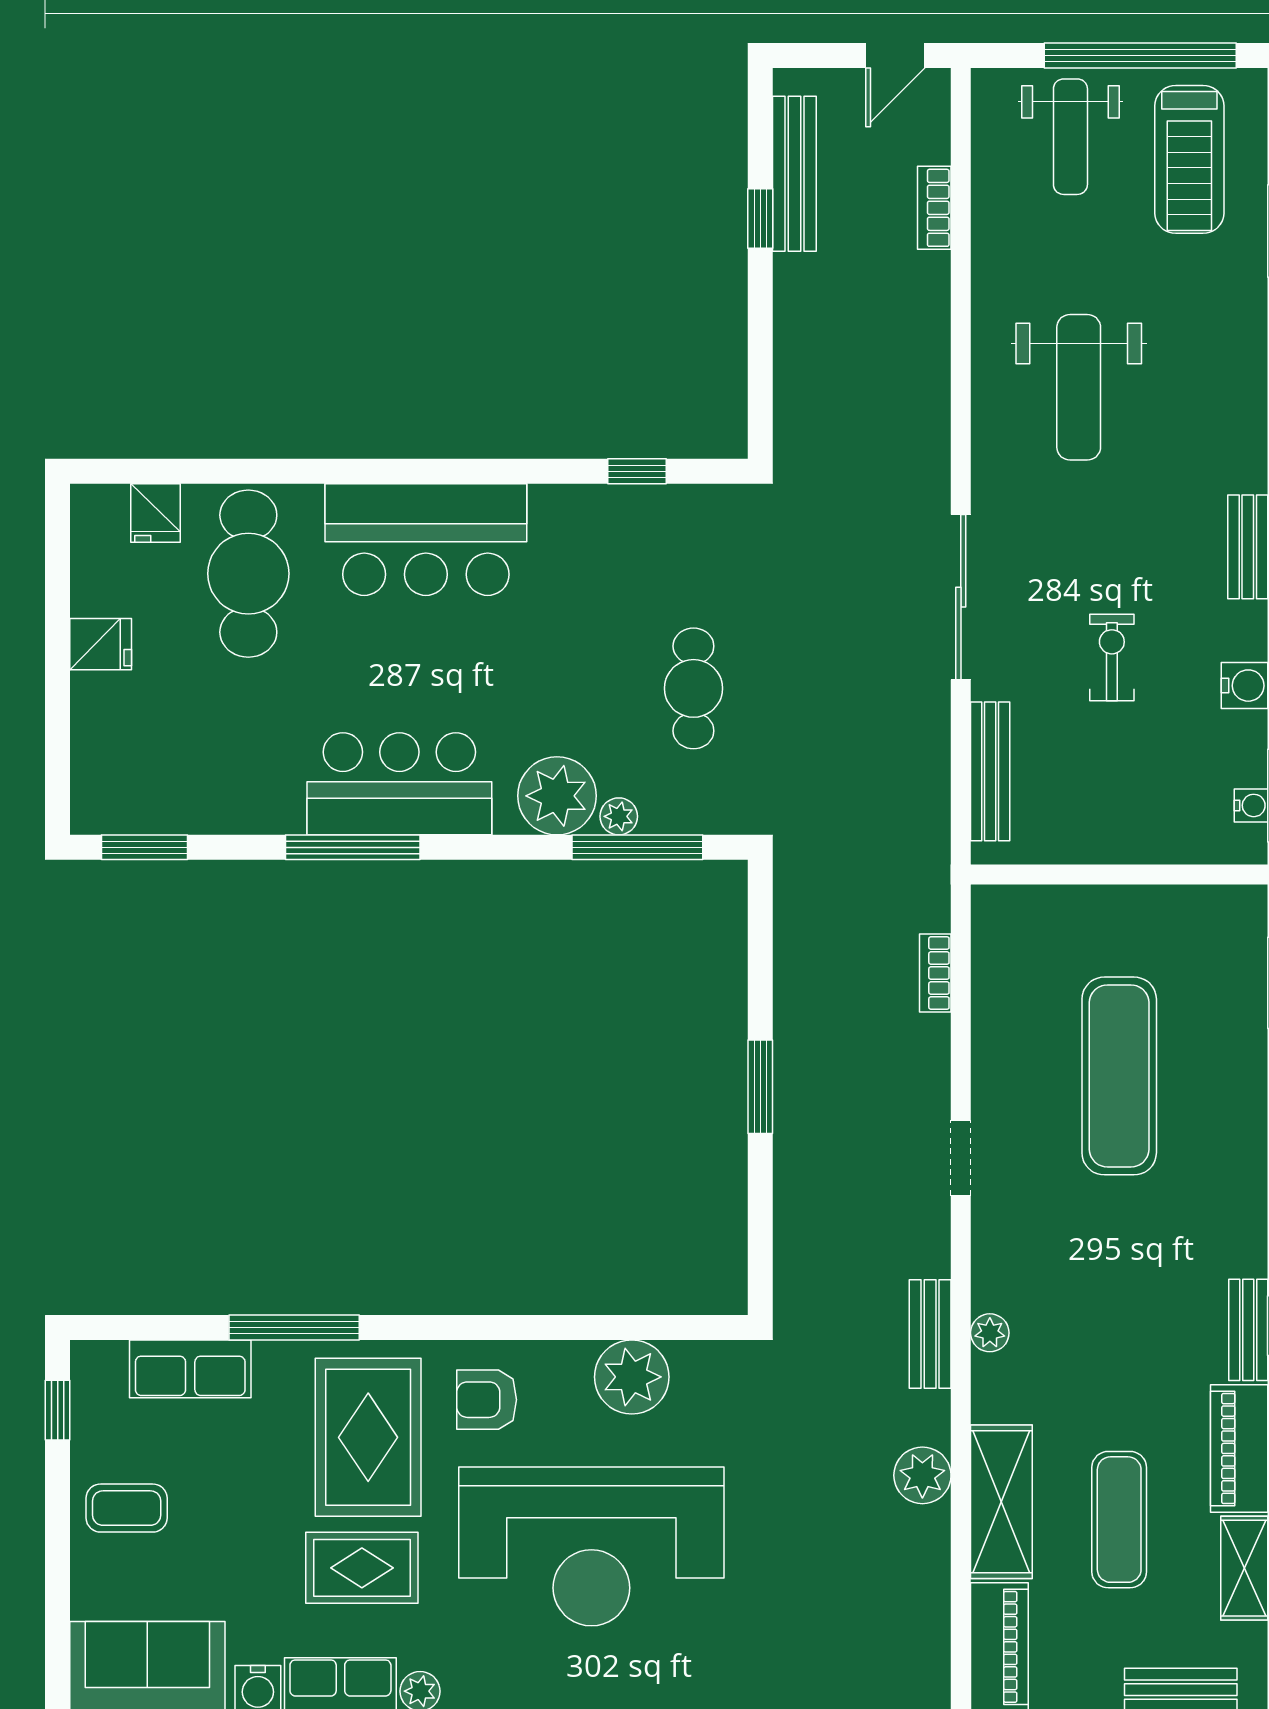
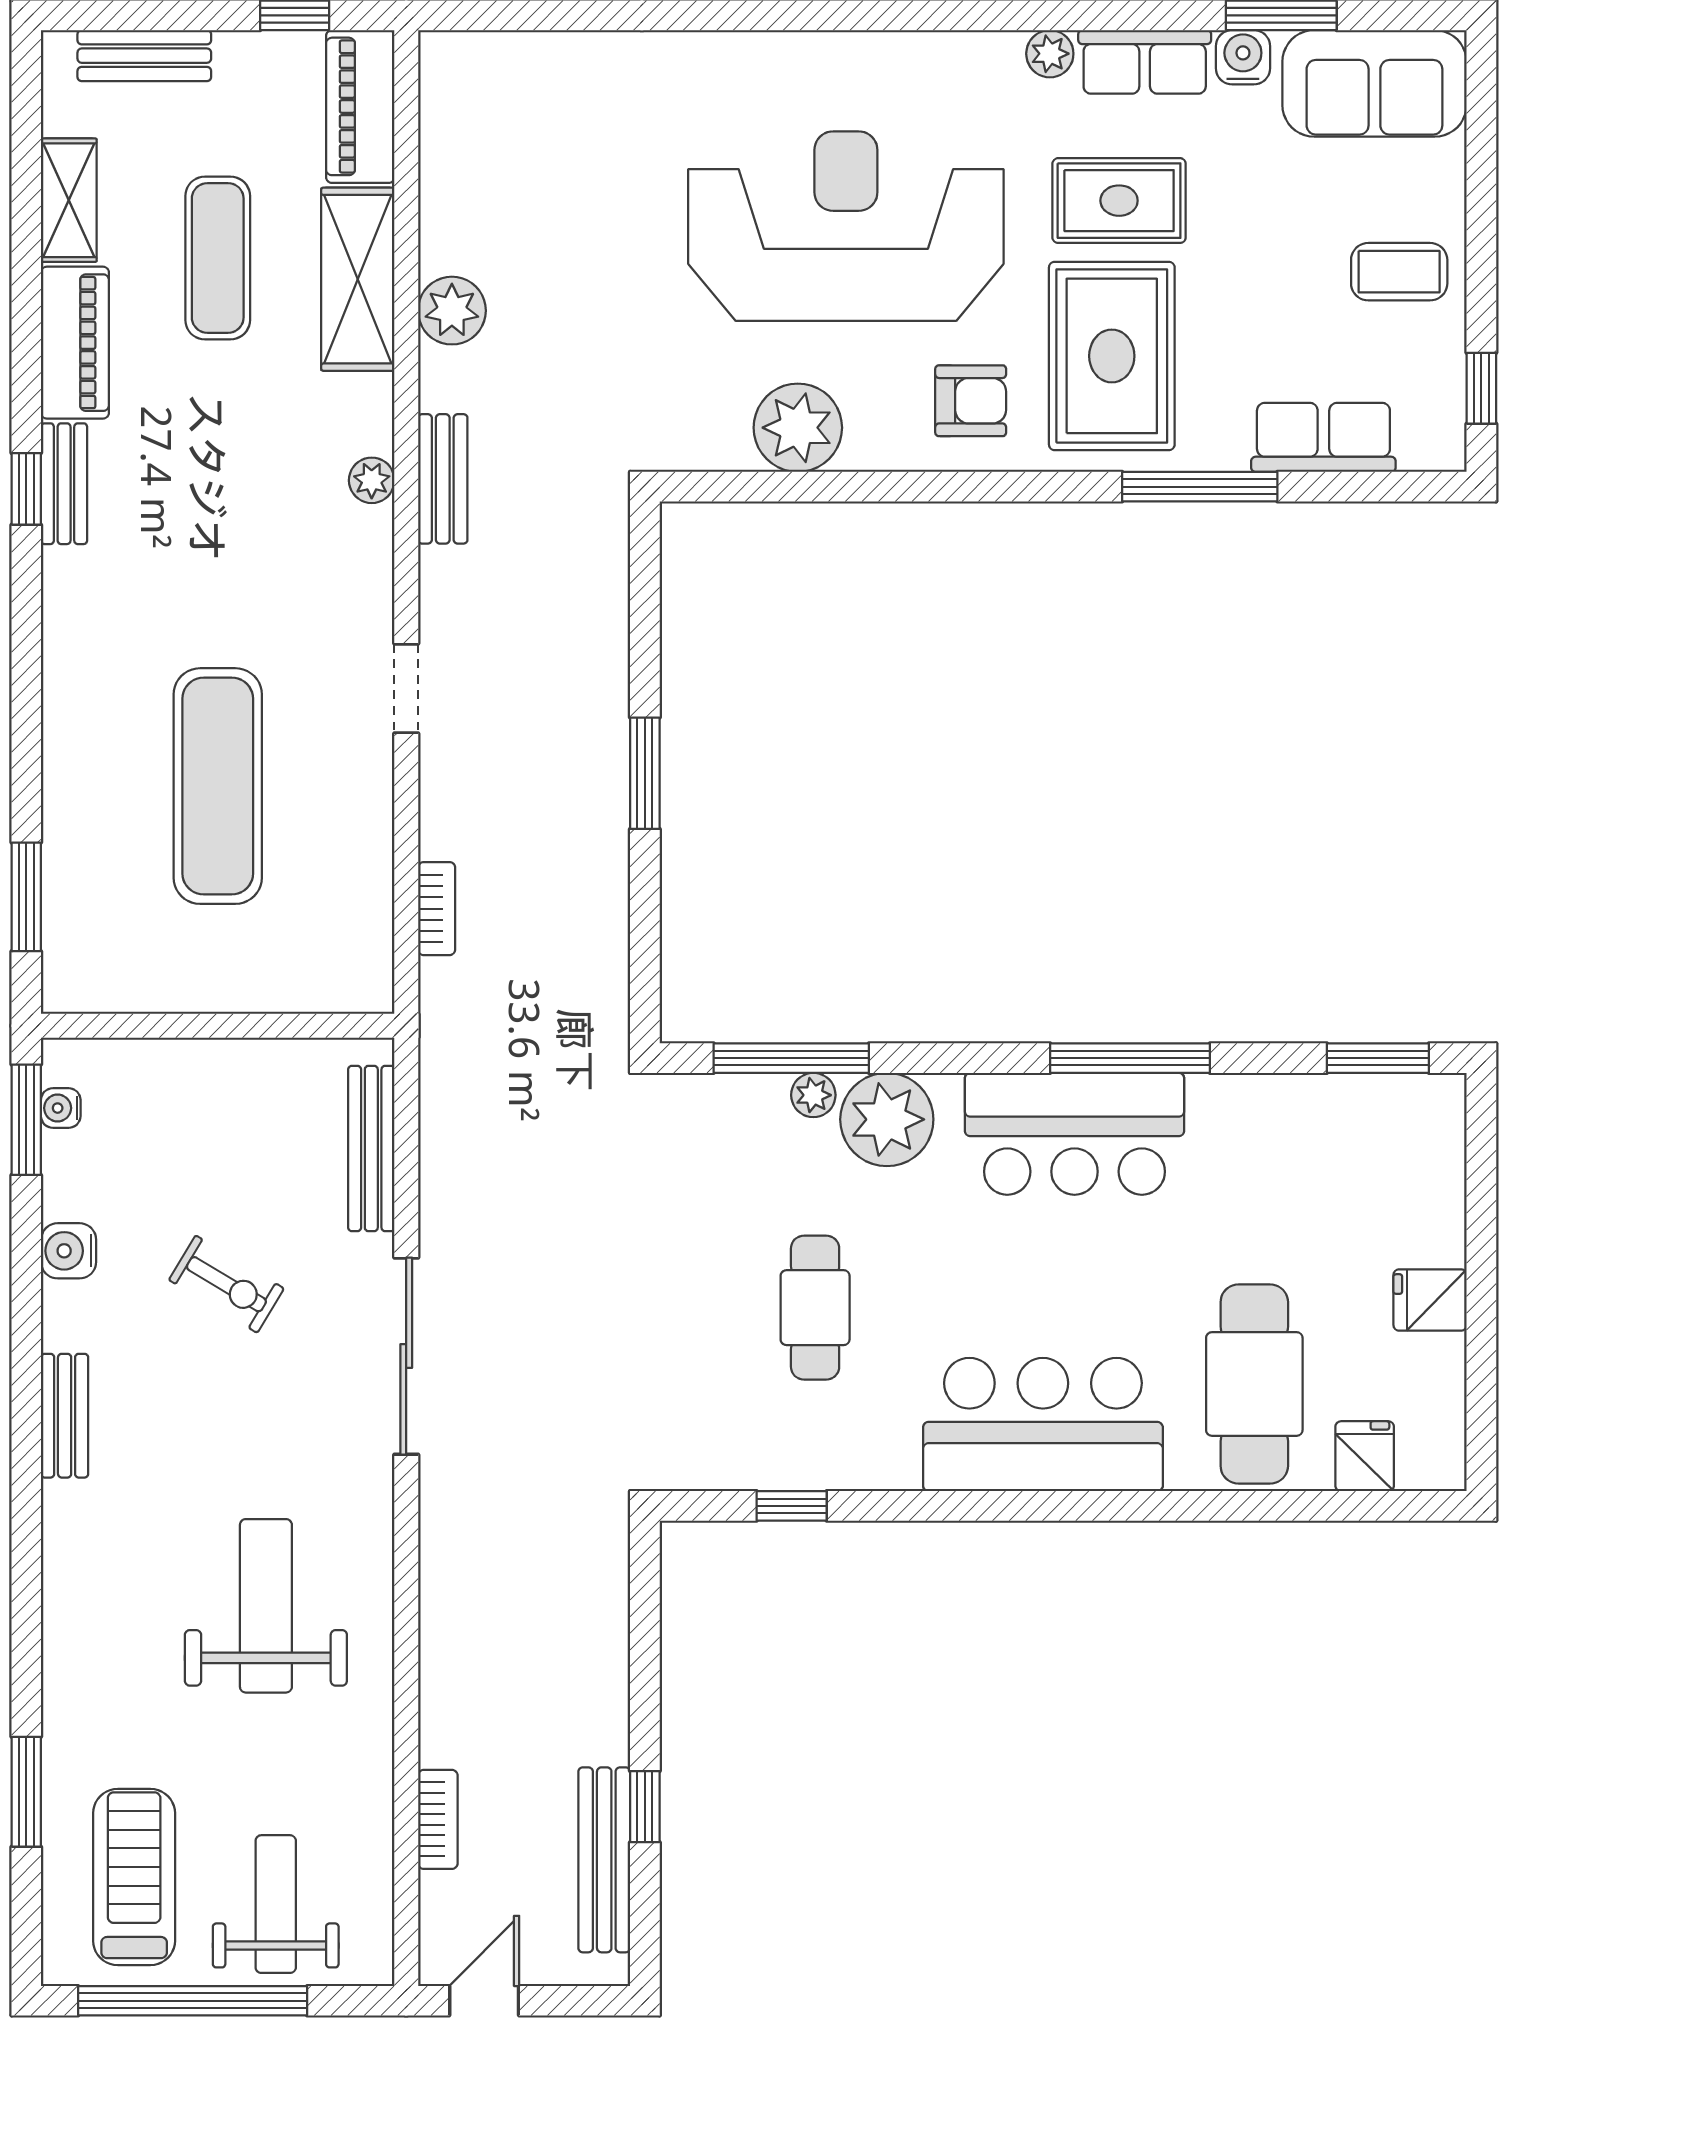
exercise bike: (1112, 657) -> (226, 1284), turned -59
cafe table: (693, 688) -> (815, 1308), moved

